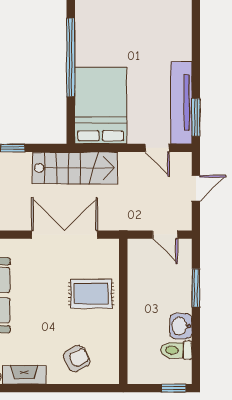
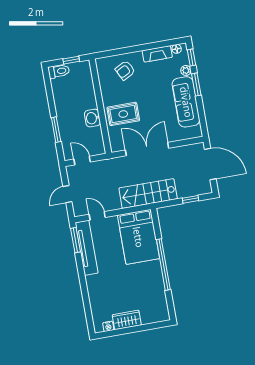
double door: (65, 235) -> (147, 149), swing flipped
washbasin: (181, 326) -> (92, 118), moved, turned 180
toilet: (176, 350) -> (59, 71), moved
window: (174, 388) -> (71, 60), moved

